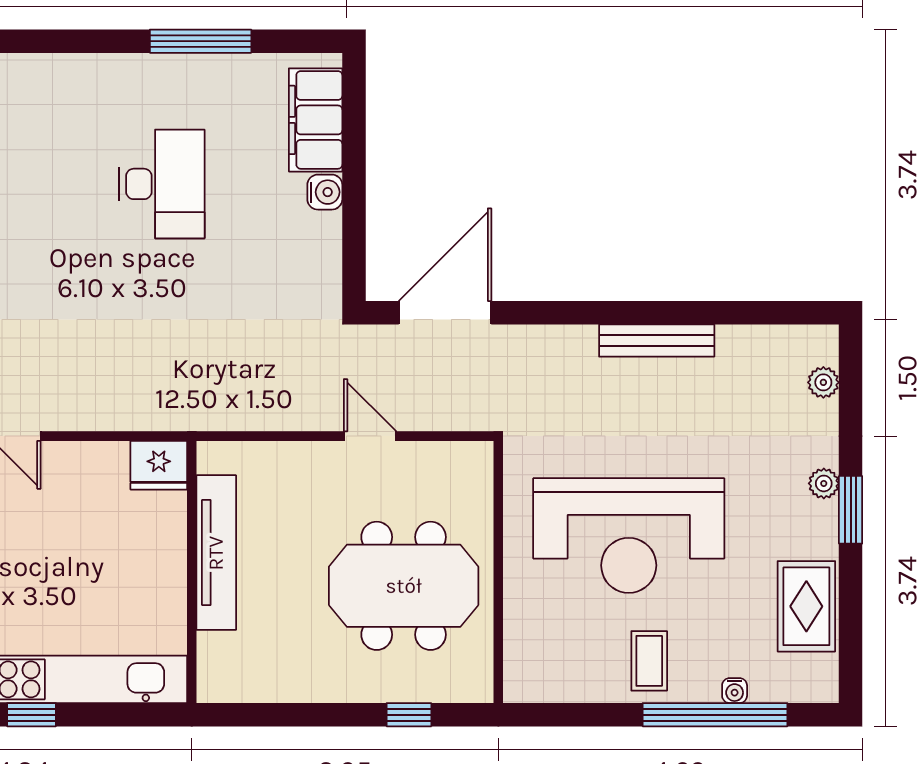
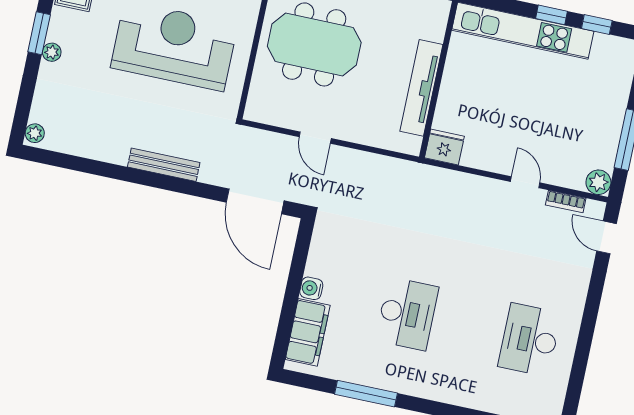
desk: (162, 184) -> (407, 314), turned 180
door: (445, 313) -> (255, 201), hinge flipped
bench: (657, 341) -> (164, 165), moved
plant: (823, 382) -> (35, 133), moved

